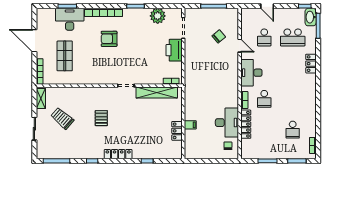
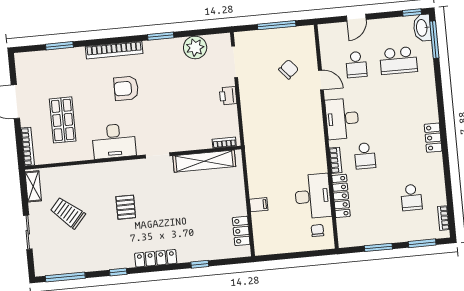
door: (267, 6) -> (356, 18), hinge flipped
desk: (70, 19) -> (114, 141), moved, turned 180
printer: (174, 50) -> (228, 96), width x0.53, depth x0.68
locker: (311, 64) -> (433, 138), moved
locker: (177, 131) -> (241, 231), moved

